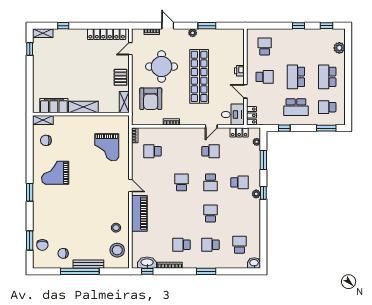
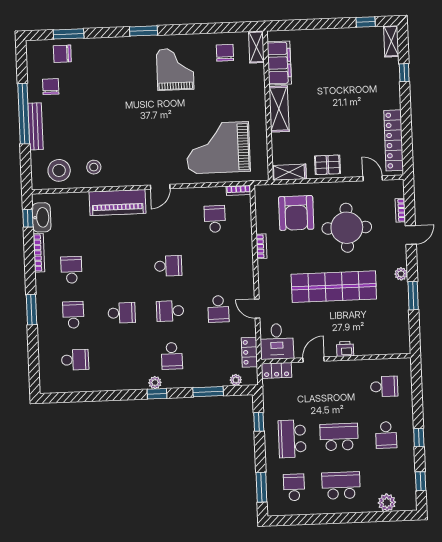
school desk: (265, 77) -> (386, 435), moved
armchair: (151, 99) -> (296, 213), turned -90
grand piano: (107, 147) -> (218, 148), width x1.37, depth x1.48
washbasin: (254, 263) -> (48, 383), removed

